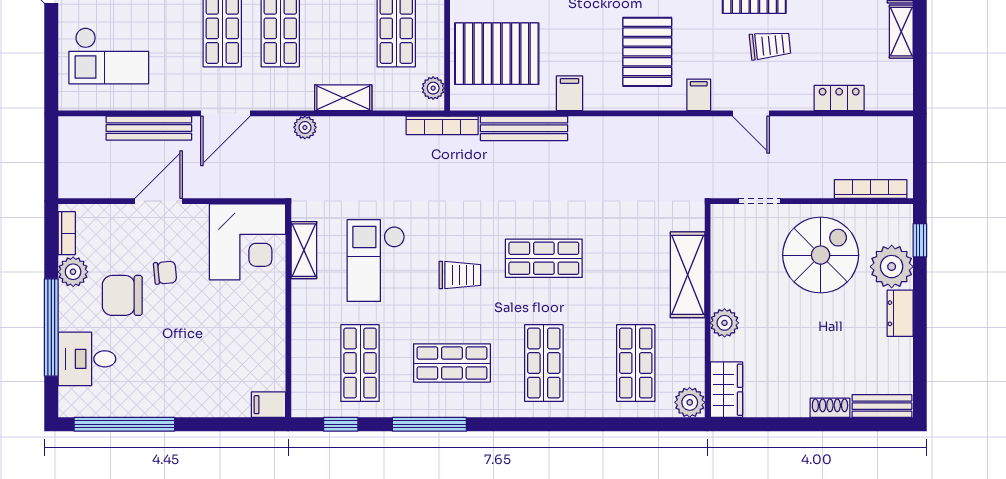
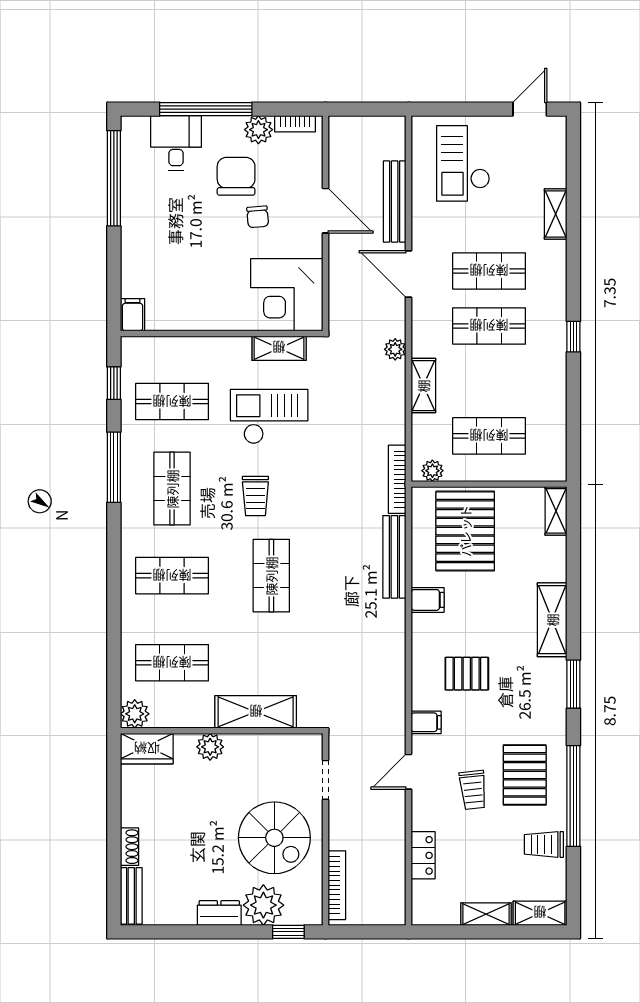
pallet: (647, 52) -> (467, 674), width x0.67, depth x0.71

